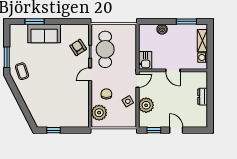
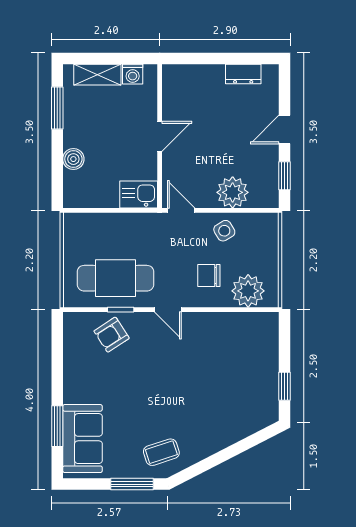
sofa: (44, 34) -> (82, 439), moved
dresser: (203, 97) -> (243, 74), moved

